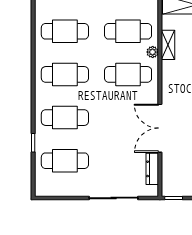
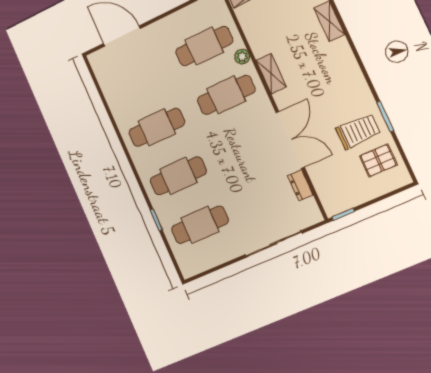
cafe table: (65, 31) -> (136, 79), removed
shelving: (168, 45) -> (271, 74), moved
double door: (160, 128) -> (290, 140), swing flipped
dresser: (152, 169) -> (300, 185), width x0.70

